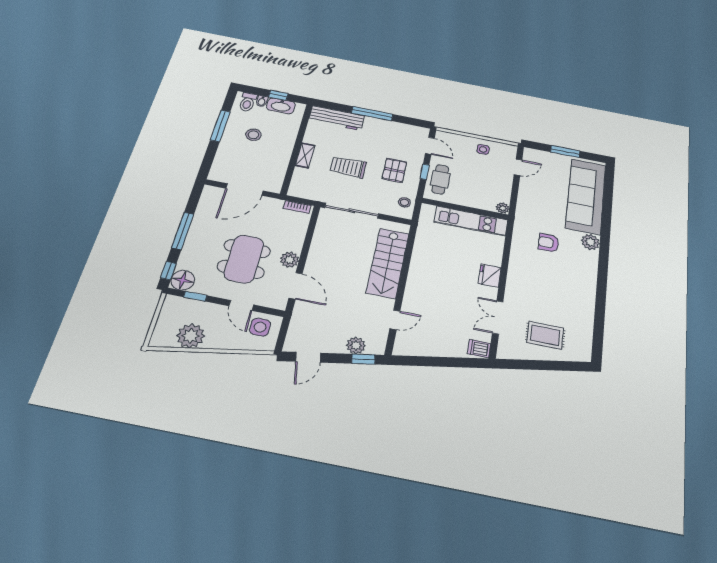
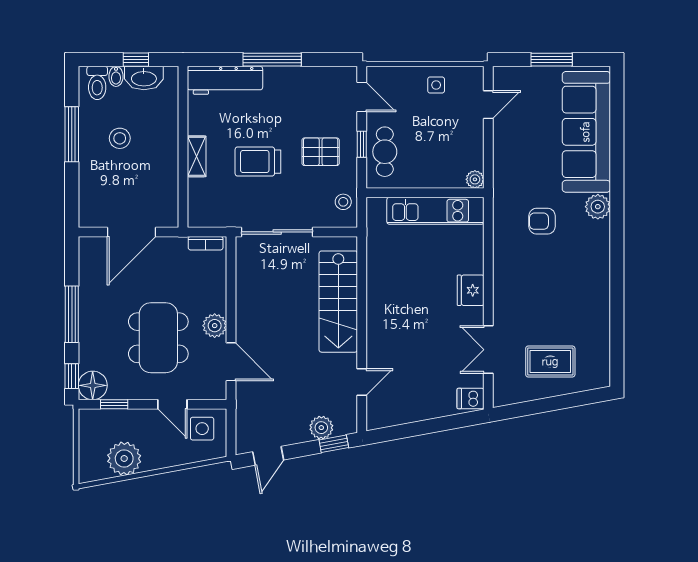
pallet: (394, 170) -> (321, 152), turned 90

